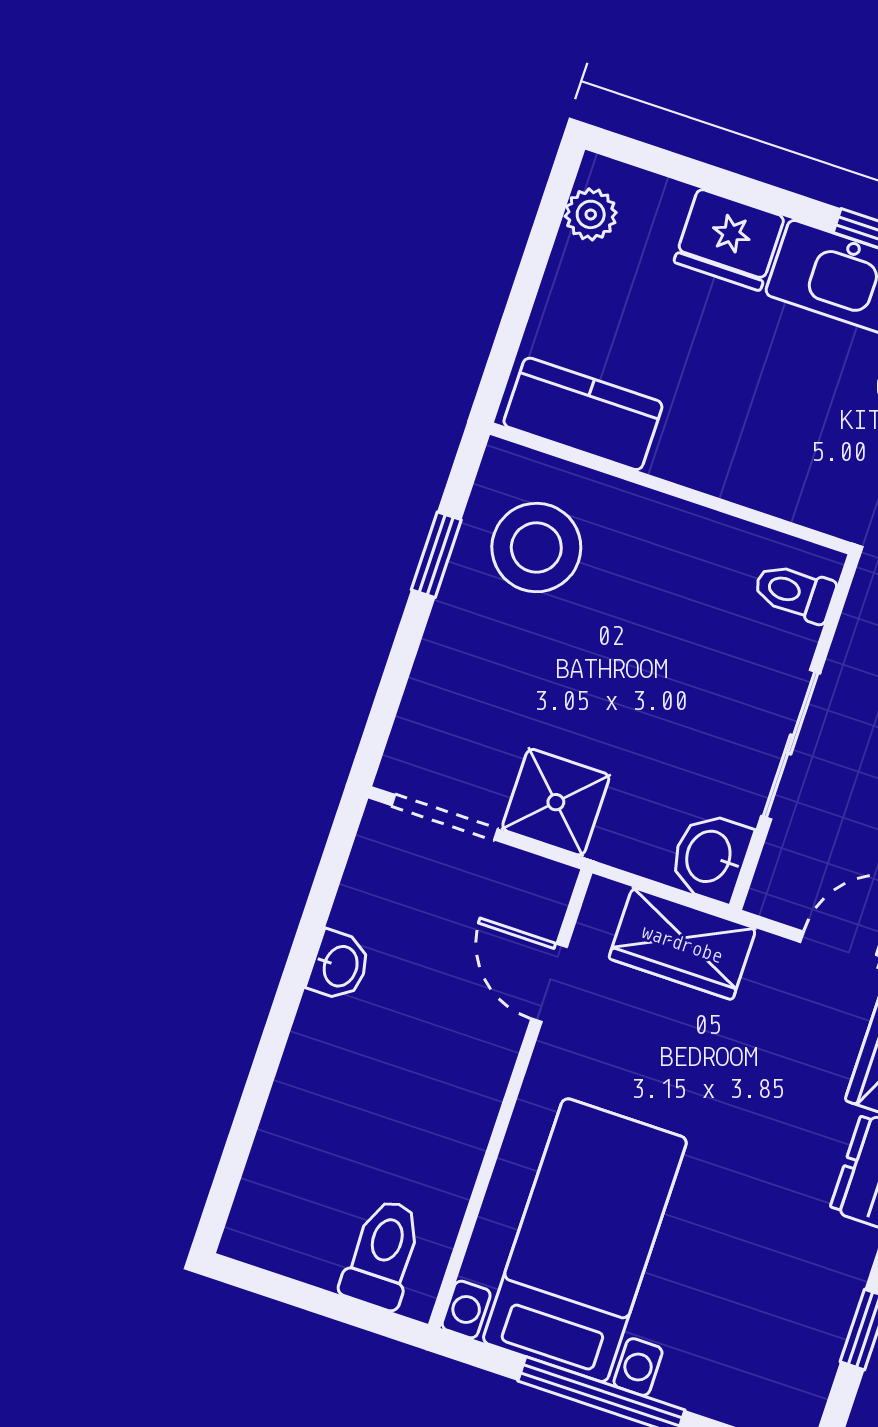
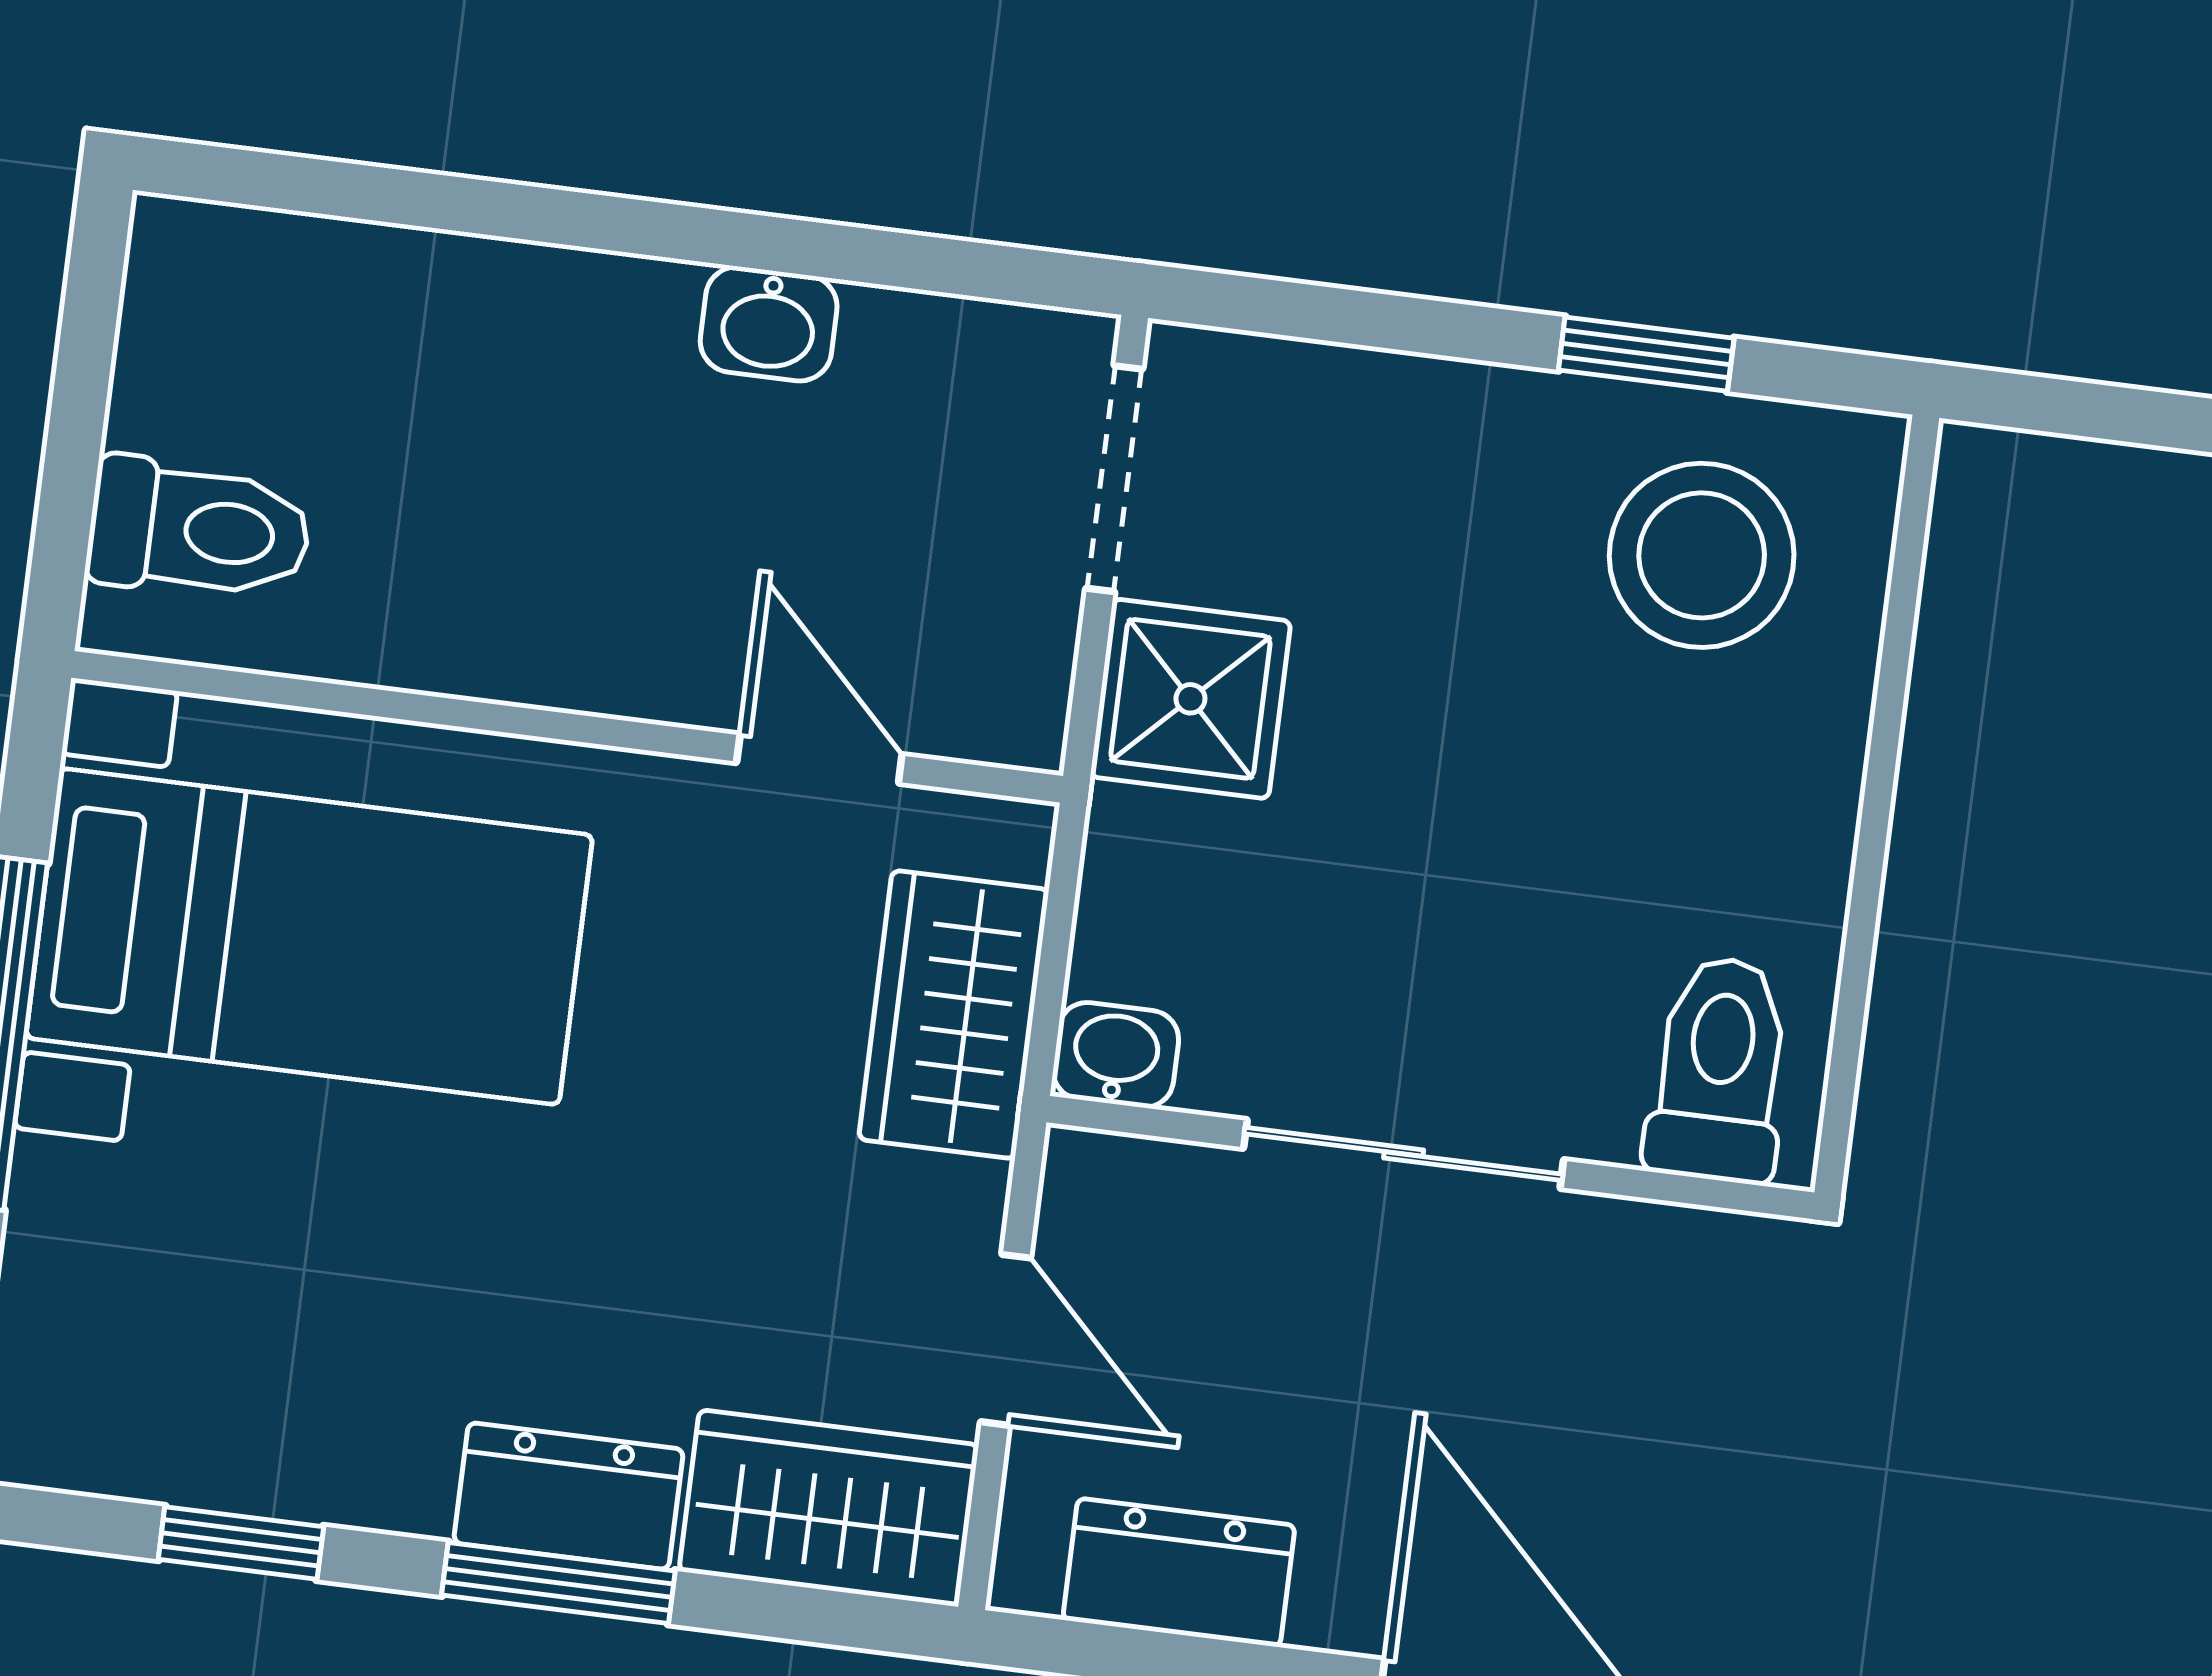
kitchen counter: (583, 414) -> (1993, 596), removed
toilet: (794, 592) -> (1719, 1069), width x1.37, depth x1.39
washbasin: (710, 857) -> (1116, 1055), width x0.72, depth x0.69
door: (549, 983) -> (819, 759), hinge flipped

